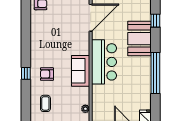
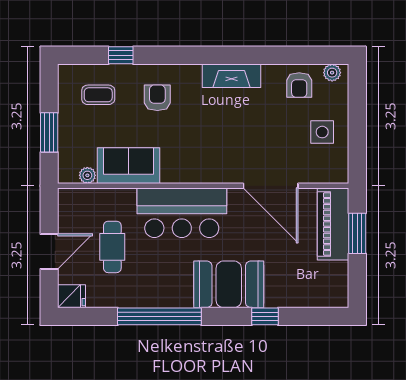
fireplace: (36, 37) -> (231, 76), added
sofa: (81, 71) -> (129, 166), moved
window: (26, 73) -> (121, 55), moved
cafe table: (121, 96) -> (112, 247), added

